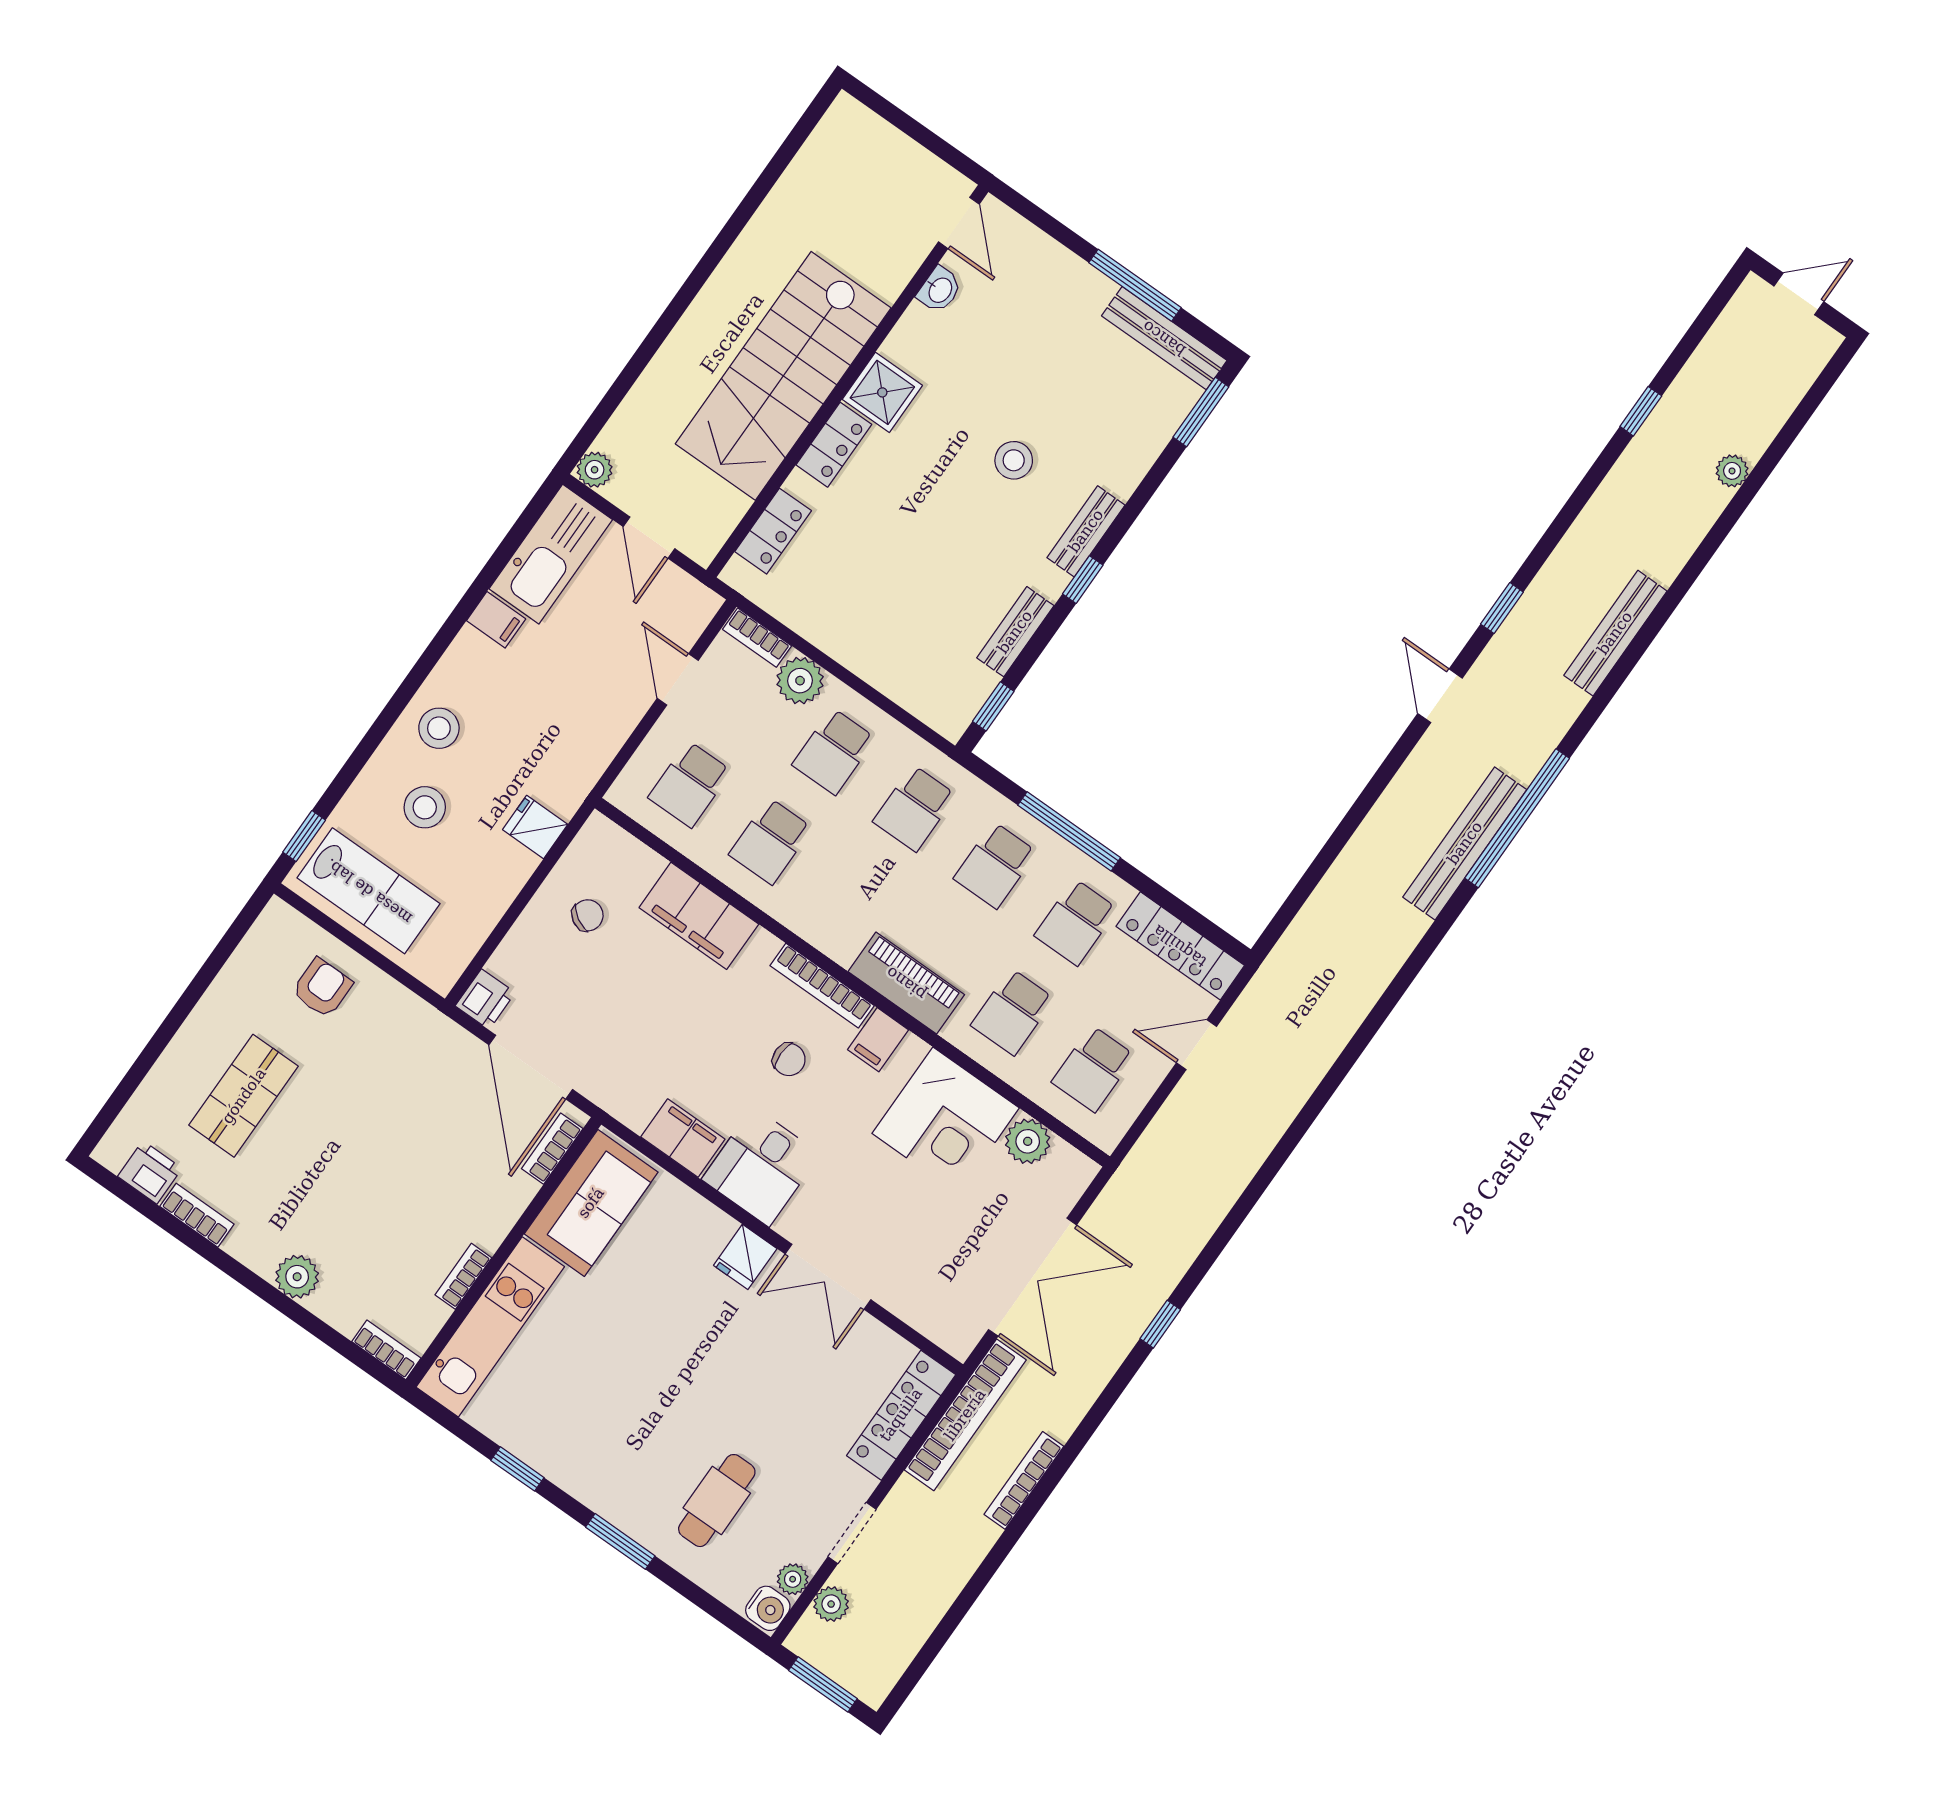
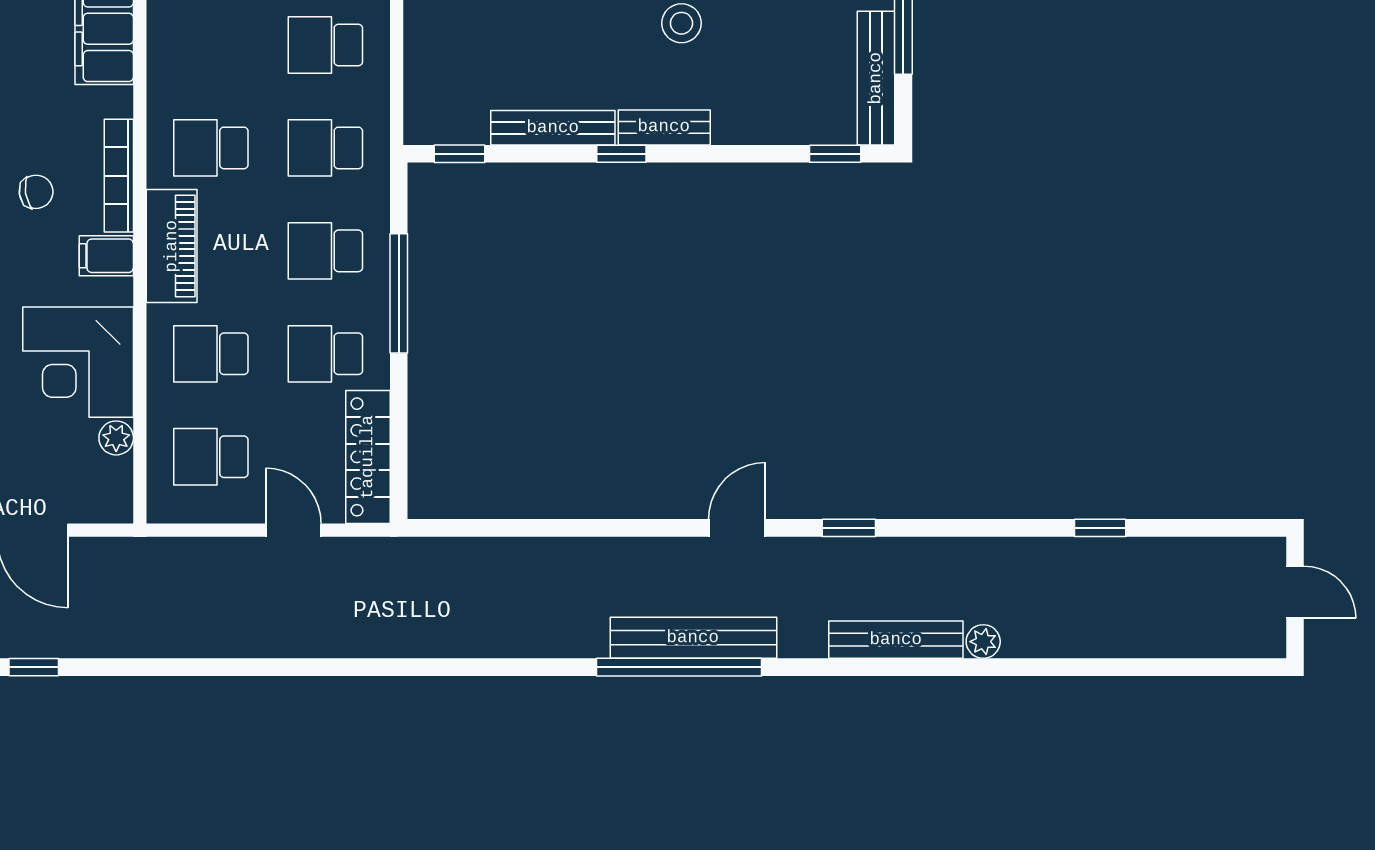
window: (1201, 412) -> (835, 154), width x0.67
plant: (1732, 471) -> (983, 642), moved
bench: (1015, 632) -> (553, 128), width x1.36
school desk: (771, 841) -> (211, 148), moved
bench: (1465, 843) -> (693, 638), moved
chair: (789, 1059) -> (36, 192), turned -99
plant: (1028, 1141) -> (116, 438), width x0.73, depth x0.73

